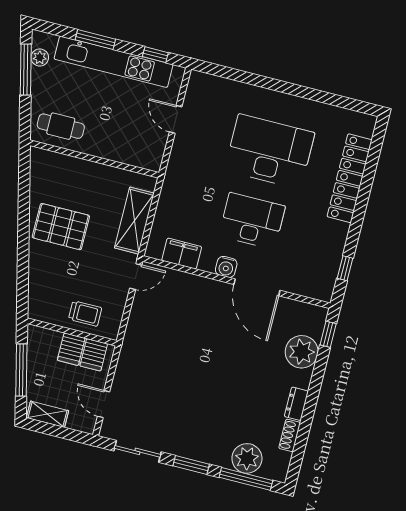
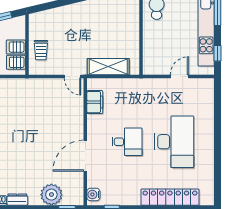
desk: (252, 221) -> (127, 142), width x0.73
pallet: (61, 227) -> (92, 21), removed
water cooler: (226, 267) -> (93, 194), moved

